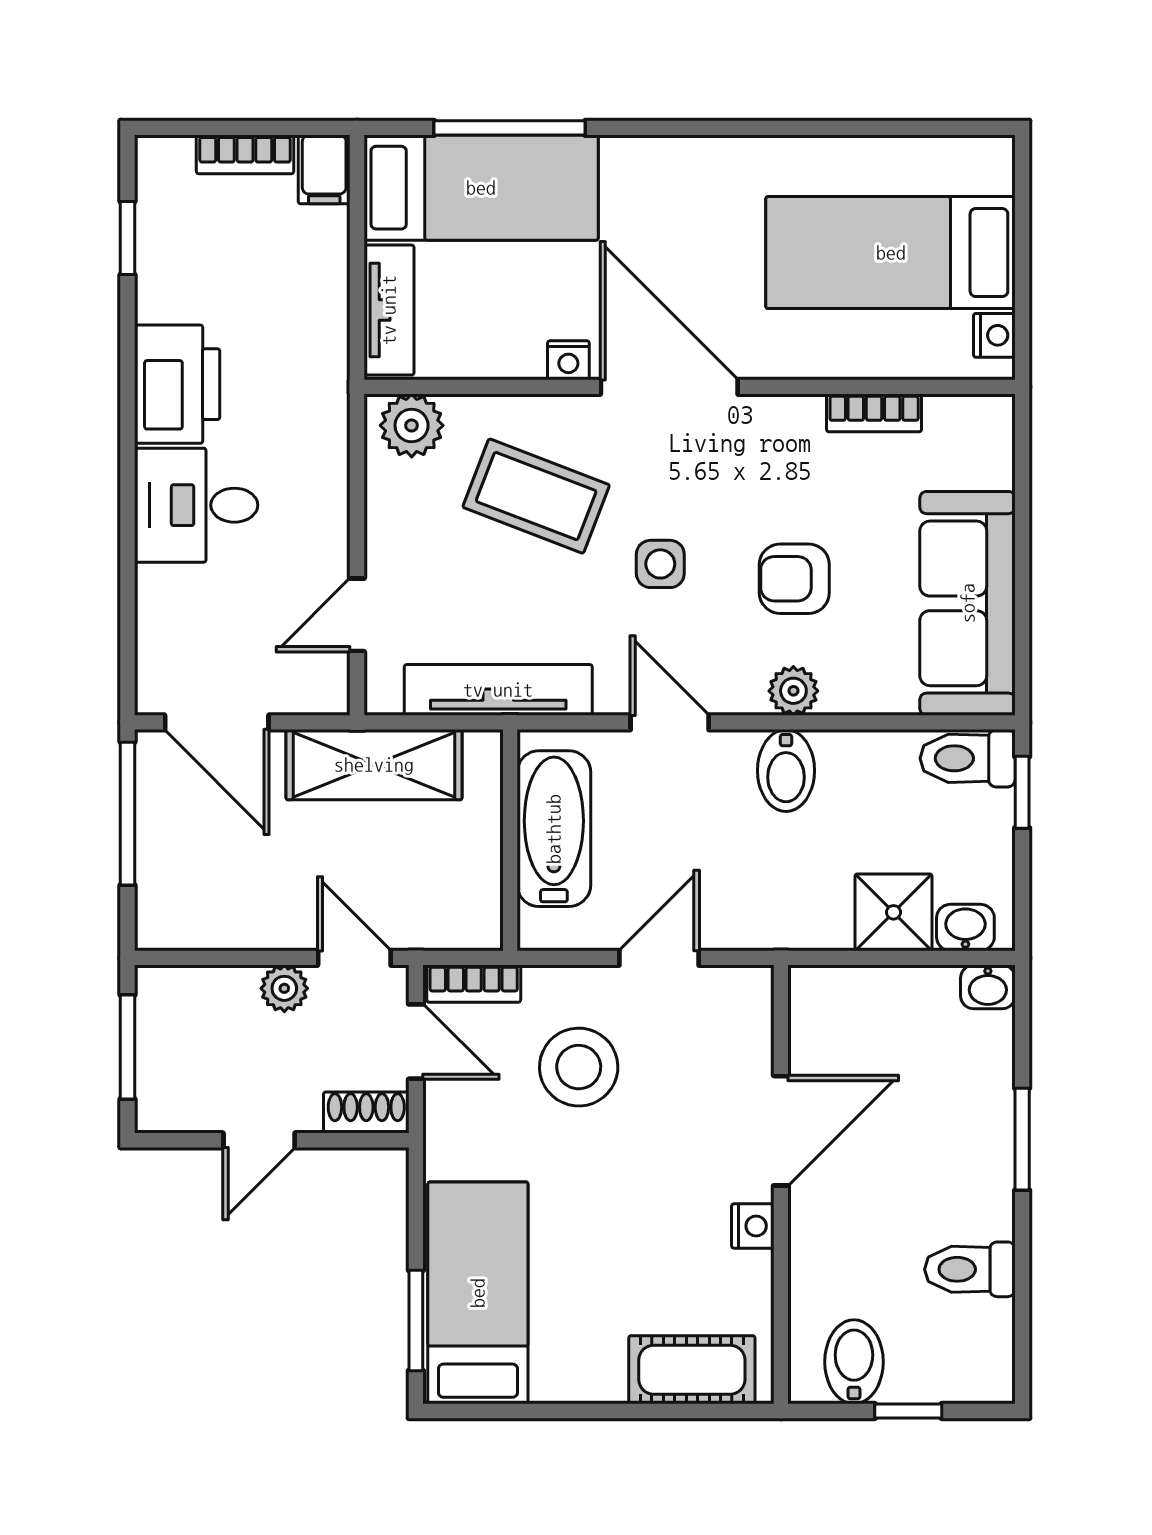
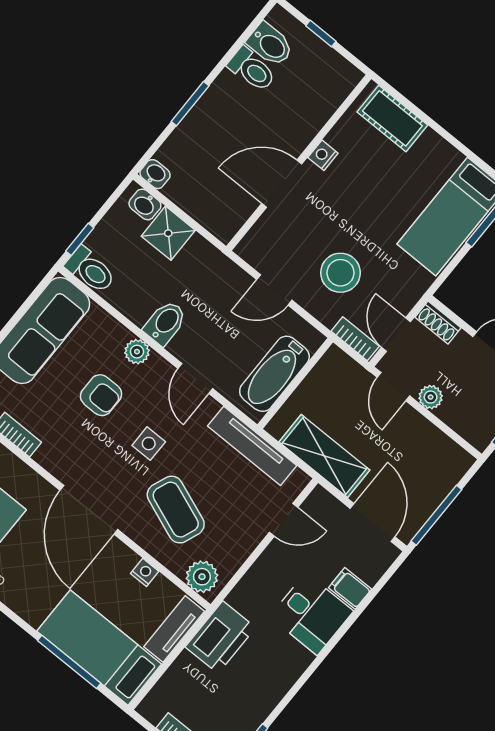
filing cabinet: (324, 169) -> (350, 588), moved, turned -90
nightstand: (568, 360) -> (145, 572), moved
printer: (177, 384) -> (220, 637), moved, turned 180
bidet: (854, 1362) -> (270, 44), moved, turned -90

